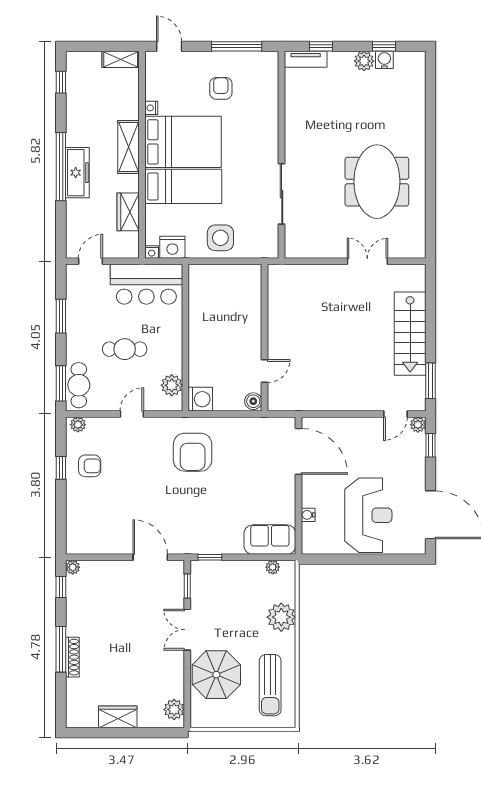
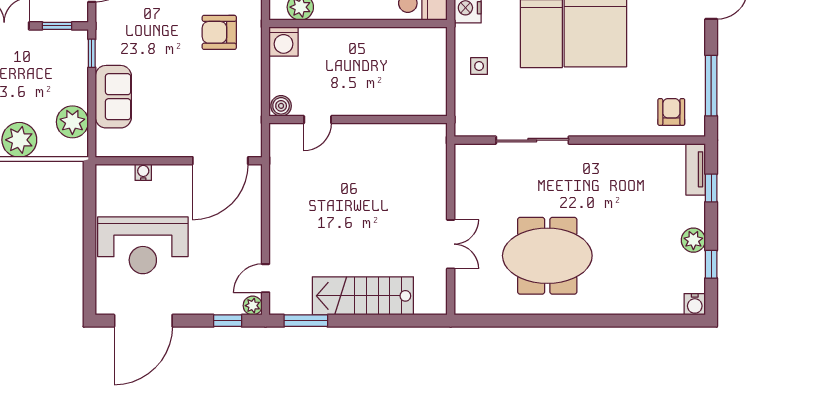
water cooler: (384, 60) -> (695, 304), moved, turned 90
armchair: (221, 88) -> (671, 112), moved, turned -90
side table: (220, 238) -> (479, 66), width x0.54, depth x0.54
door: (265, 371) -> (318, 120), hinge flipped
door: (395, 414) -> (266, 278), hinge flipped
armchair: (193, 452) -> (219, 32), width x0.73, depth x0.73
sofa: (270, 540) -> (113, 97), moved
plant: (273, 567) -> (72, 122), width x1.88, depth x1.88

